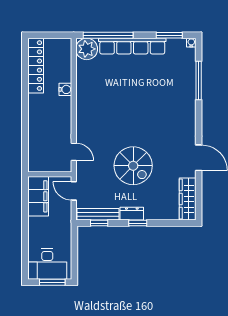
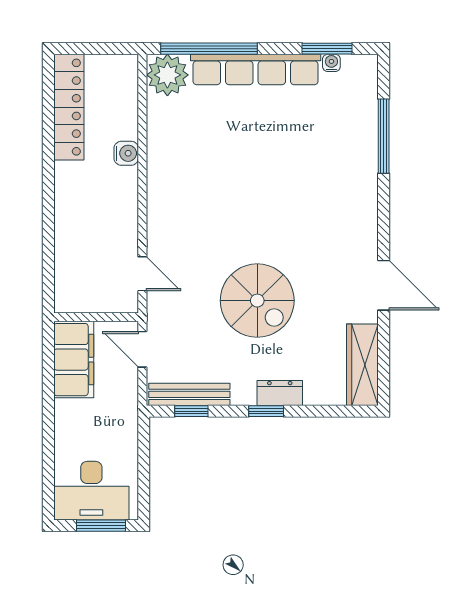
water cooler: (191, 43) -> (331, 63), moved
dresser: (132, 214) -> (280, 393), moved

